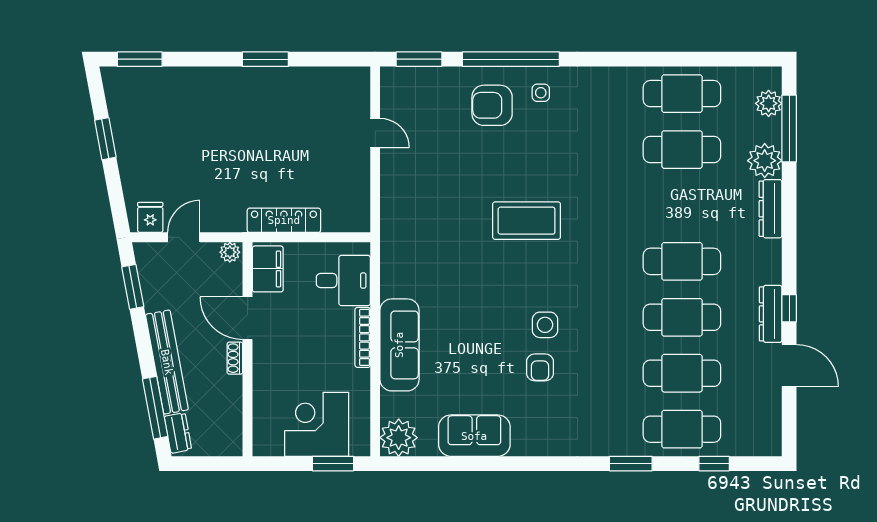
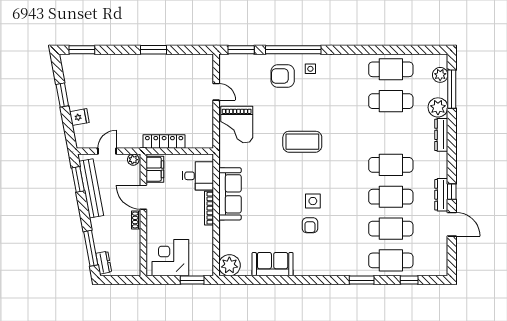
grand piano: (411, 190) -> (237, 124), added
fridge: (150, 217) -> (79, 117), moved, turned 80
sofa: (399, 345) -> (230, 194), moved
bench: (167, 362) -> (91, 188), moved
corner desk: (317, 424) -> (170, 258), moved

